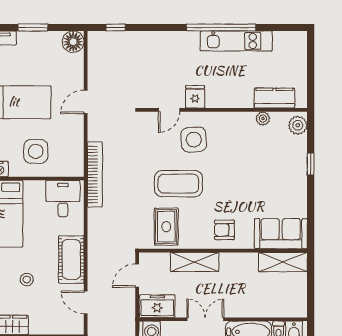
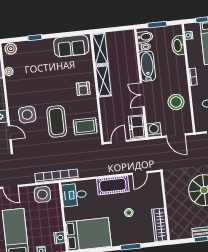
side table: (36, 151) -> (42, 194), moved
sofa: (281, 234) -> (71, 46), moved, turned -90
shelving: (195, 262) -> (103, 81), moved
door: (137, 276) -> (119, 142), swing flipped

